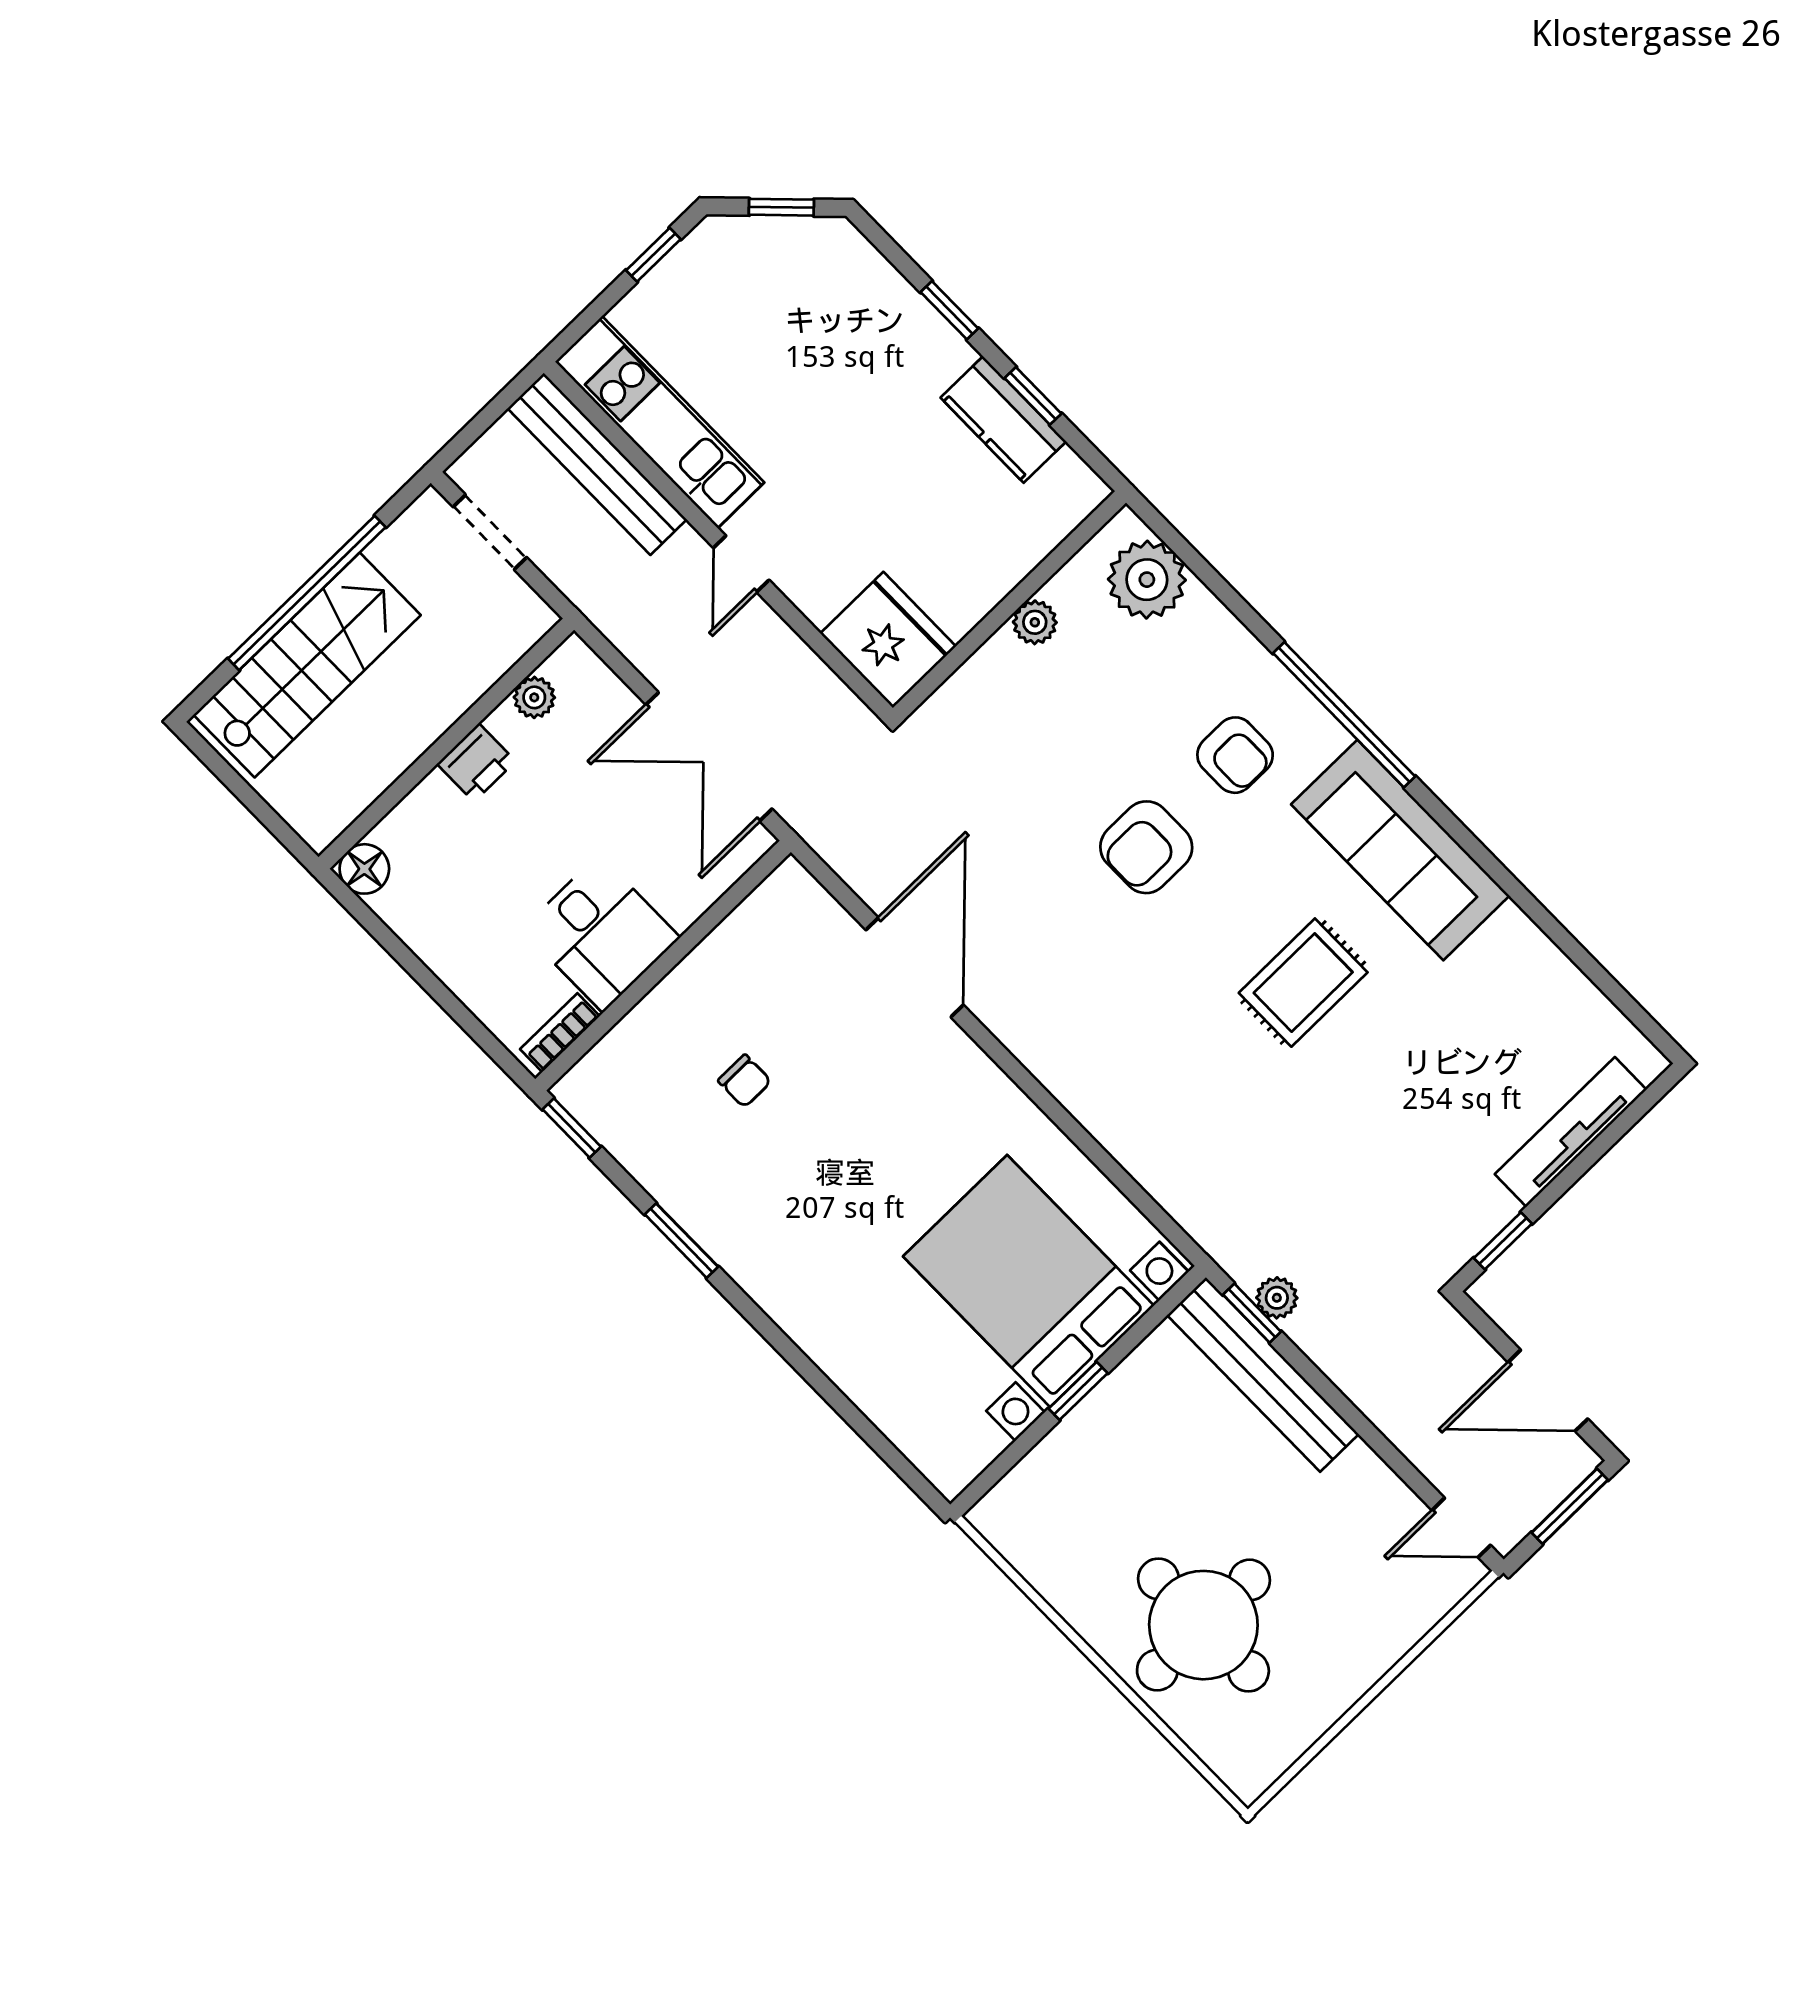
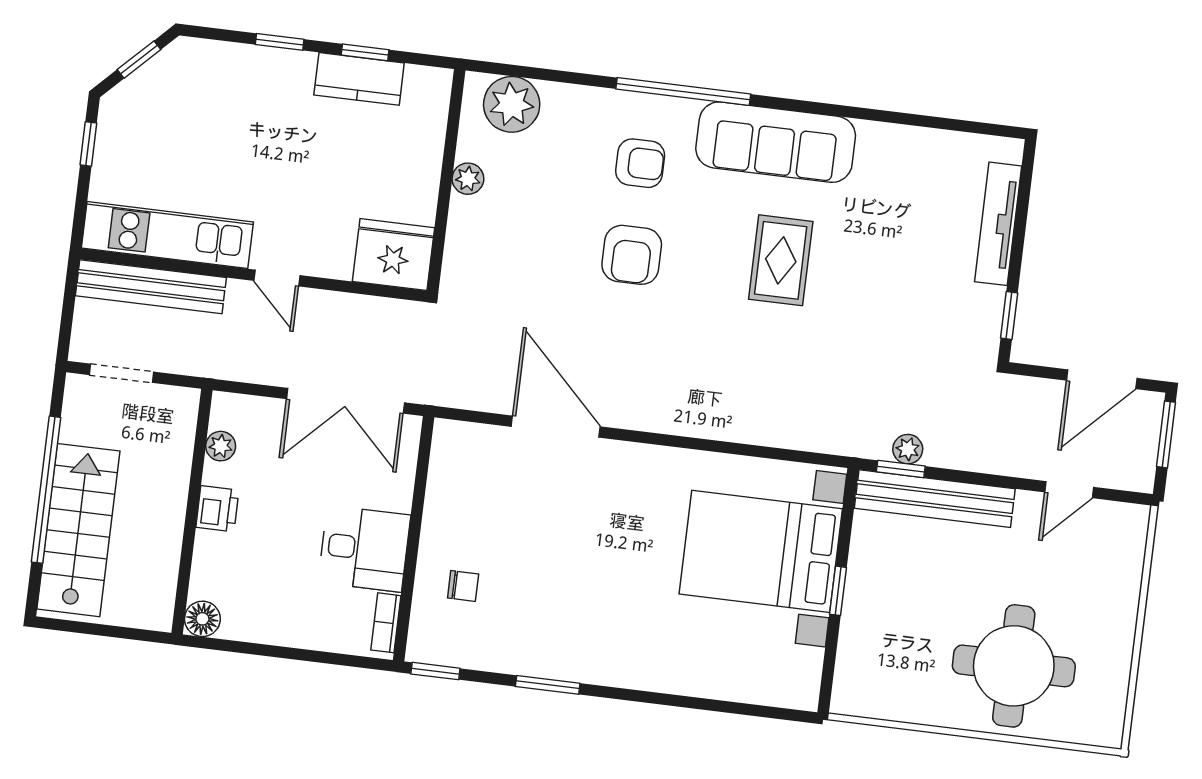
chair: (745, 1081) -> (463, 586), moved
door: (1461, 1528) -> (1069, 490), moved

